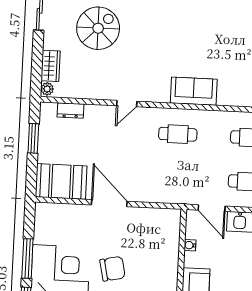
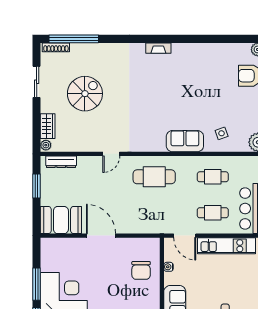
sofa: (194, 91) -> (185, 141), moved
dresser: (70, 110) -> (61, 162), width x1.44
cafe table: (178, 134) -> (154, 177), width x1.37, depth x1.35
chair: (113, 269) -> (141, 270), moved, turned 102

